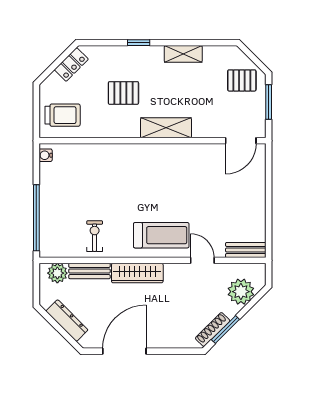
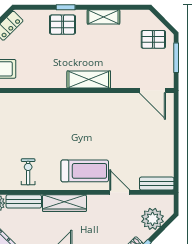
pallet: (123, 93) -> (63, 25), moved
door: (241, 141) -> (152, 91), hinge flipped

